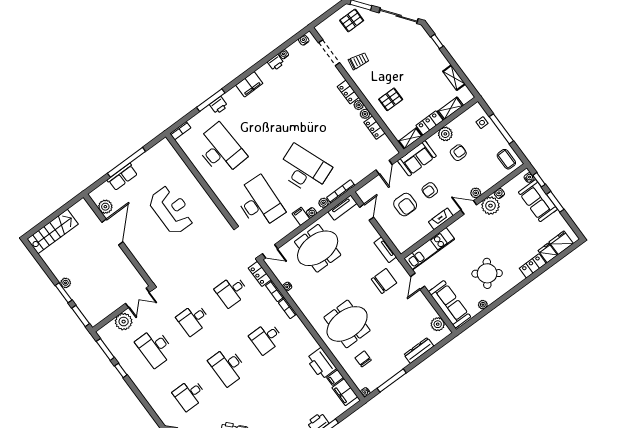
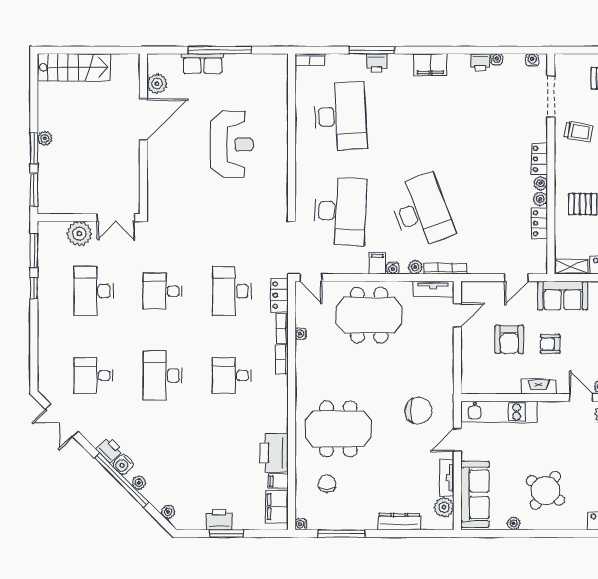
tv unit: (385, 250) -> (447, 478), moved
desk: (232, 291) -> (232, 291), width x1.37

